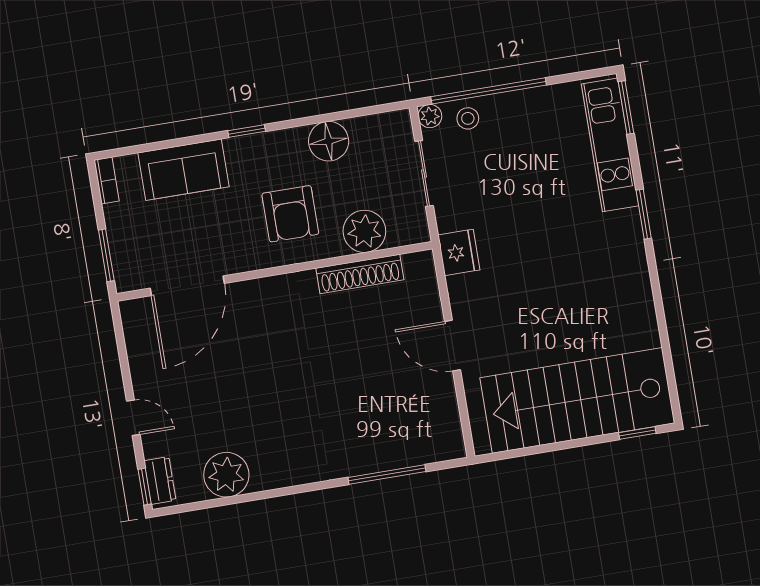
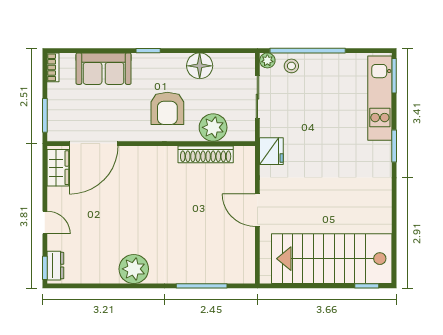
wardrobe: (139, 331) -> (58, 168), added
plant: (226, 475) -> (134, 269), moved

